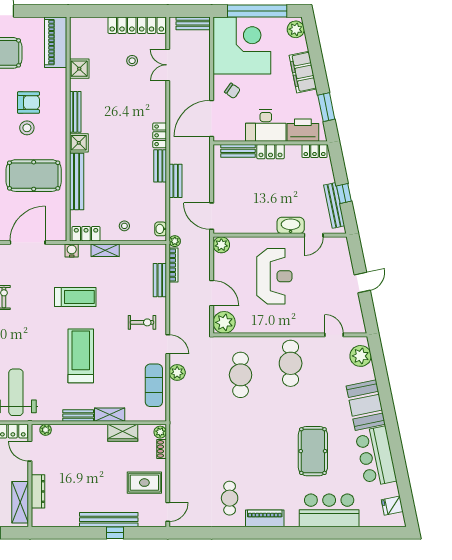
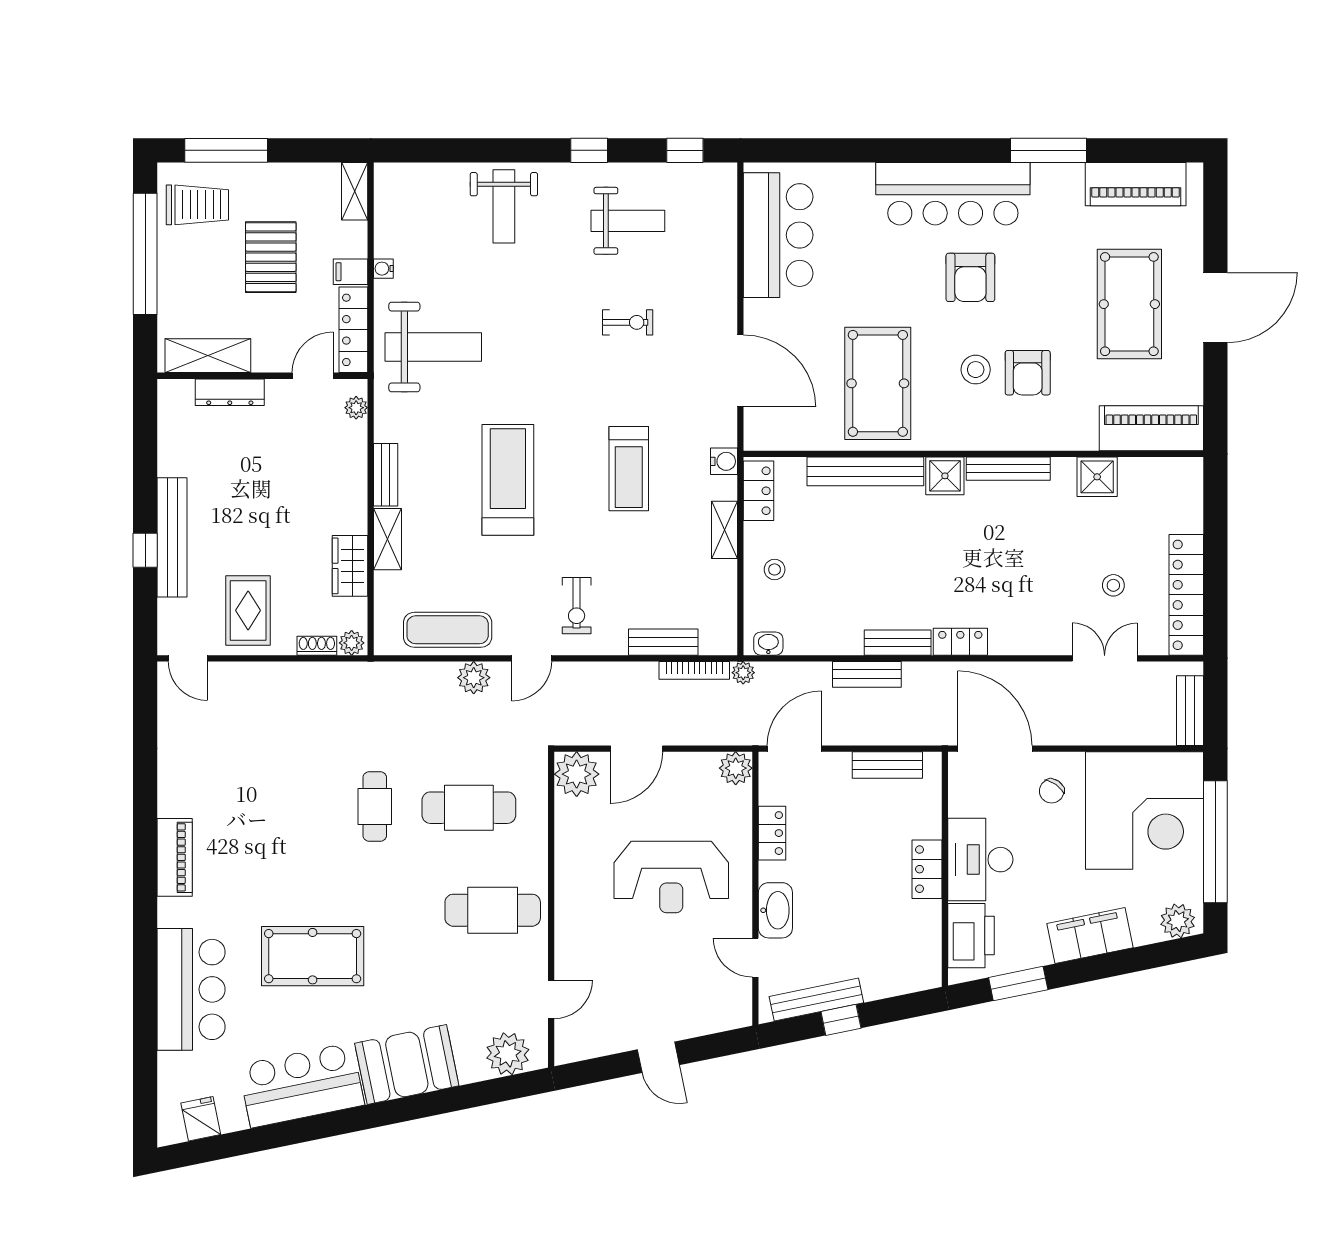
bench: (238, 151) -> (887, 765), moved, turned 90
locker: (315, 151) -> (772, 833), moved, turned 180
treadmill: (81, 356) -> (508, 480), turned -90
cafe table: (230, 498) -> (375, 806), moved, turned 90

